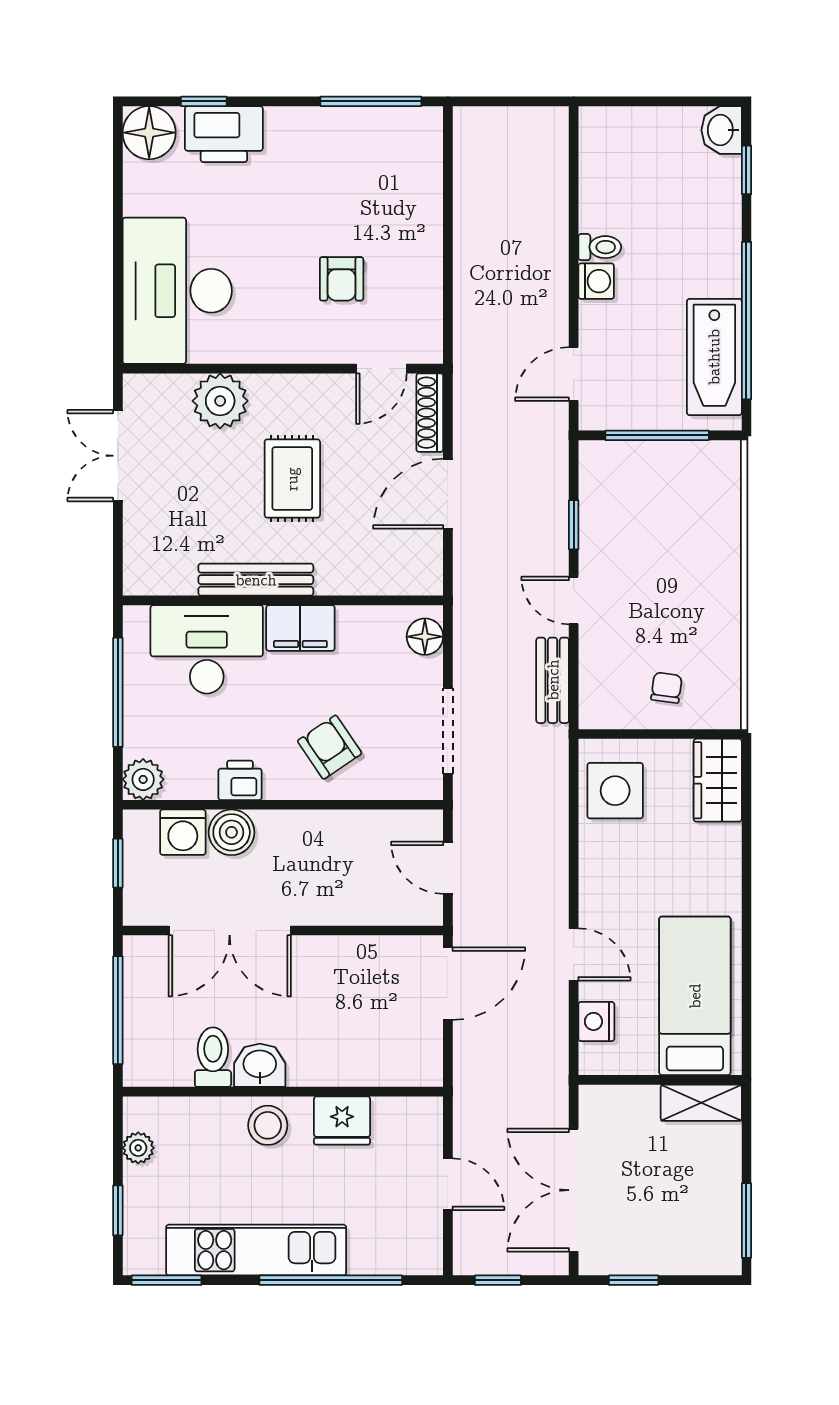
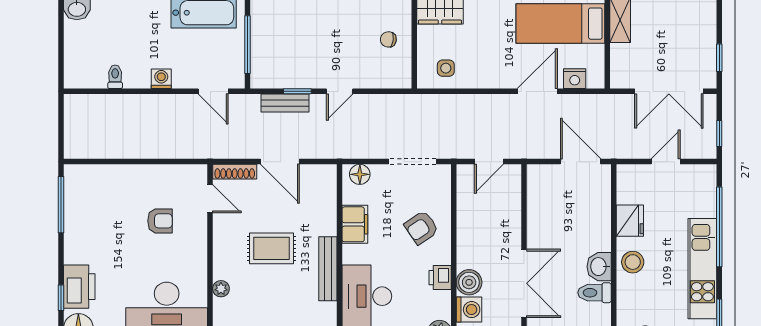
toilet: (600, 247) -> (115, 77), moved
plant: (220, 401) -> (221, 289), width x0.53, depth x0.53
filing cabinet: (300, 628) -> (355, 224), moved
bench: (553, 680) -> (285, 103), moved
side table: (615, 791) -> (446, 68), width x0.54, depth x0.54
door: (574, 954) -> (537, 91), width x1.38
door: (448, 984) -> (581, 162), moved

